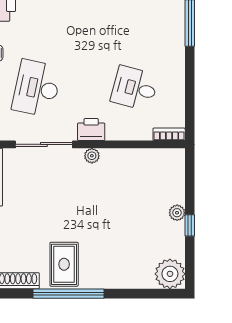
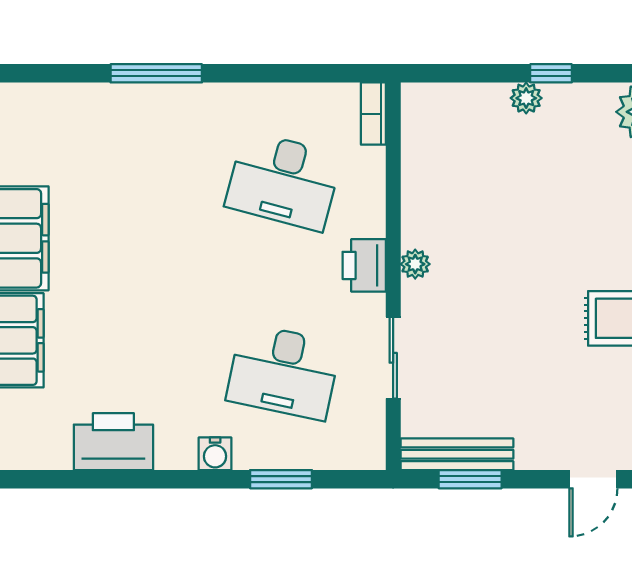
desk: (135, 88) -> (283, 181), width x1.37
sliding door: (44, 144) -> (393, 358), width x0.73

